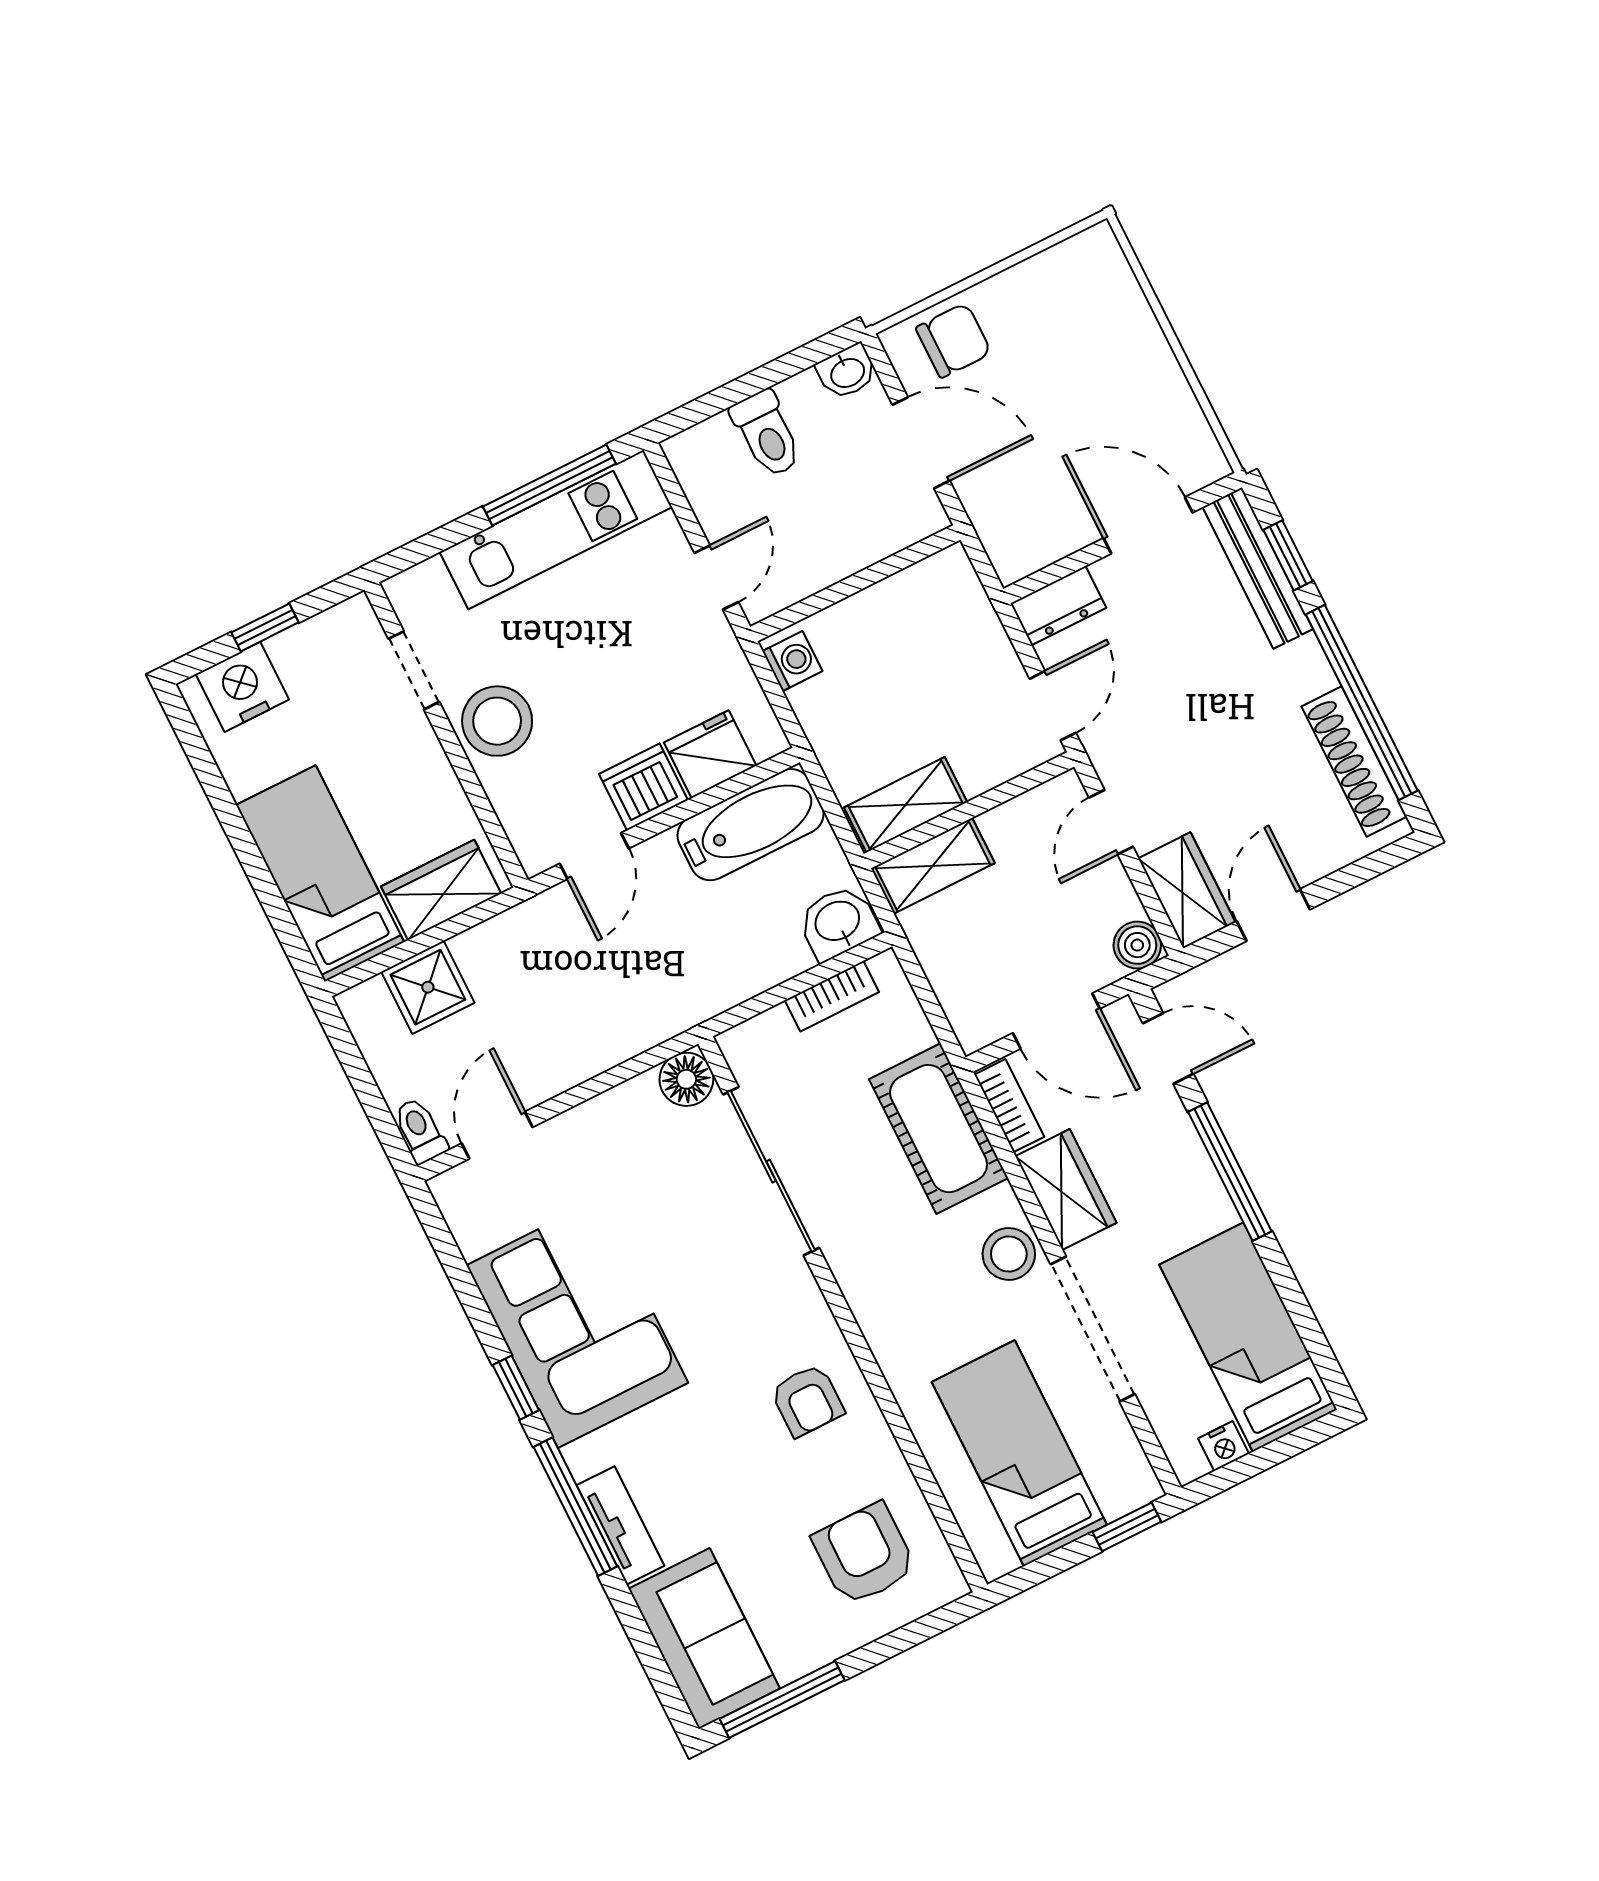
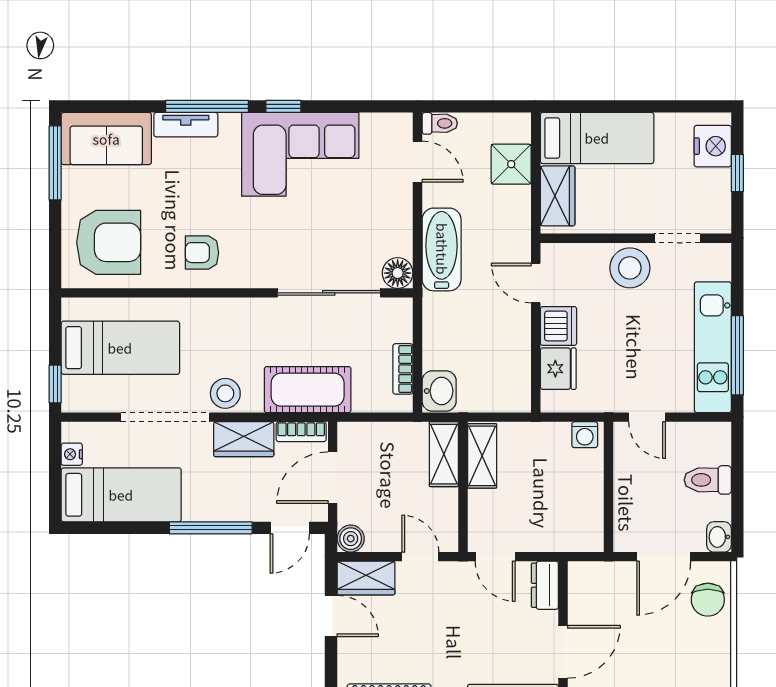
bathtub: (751, 825) -> (442, 249), moved, turned 180
armchair: (864, 1554) -> (109, 242), width x1.36, depth x1.36

